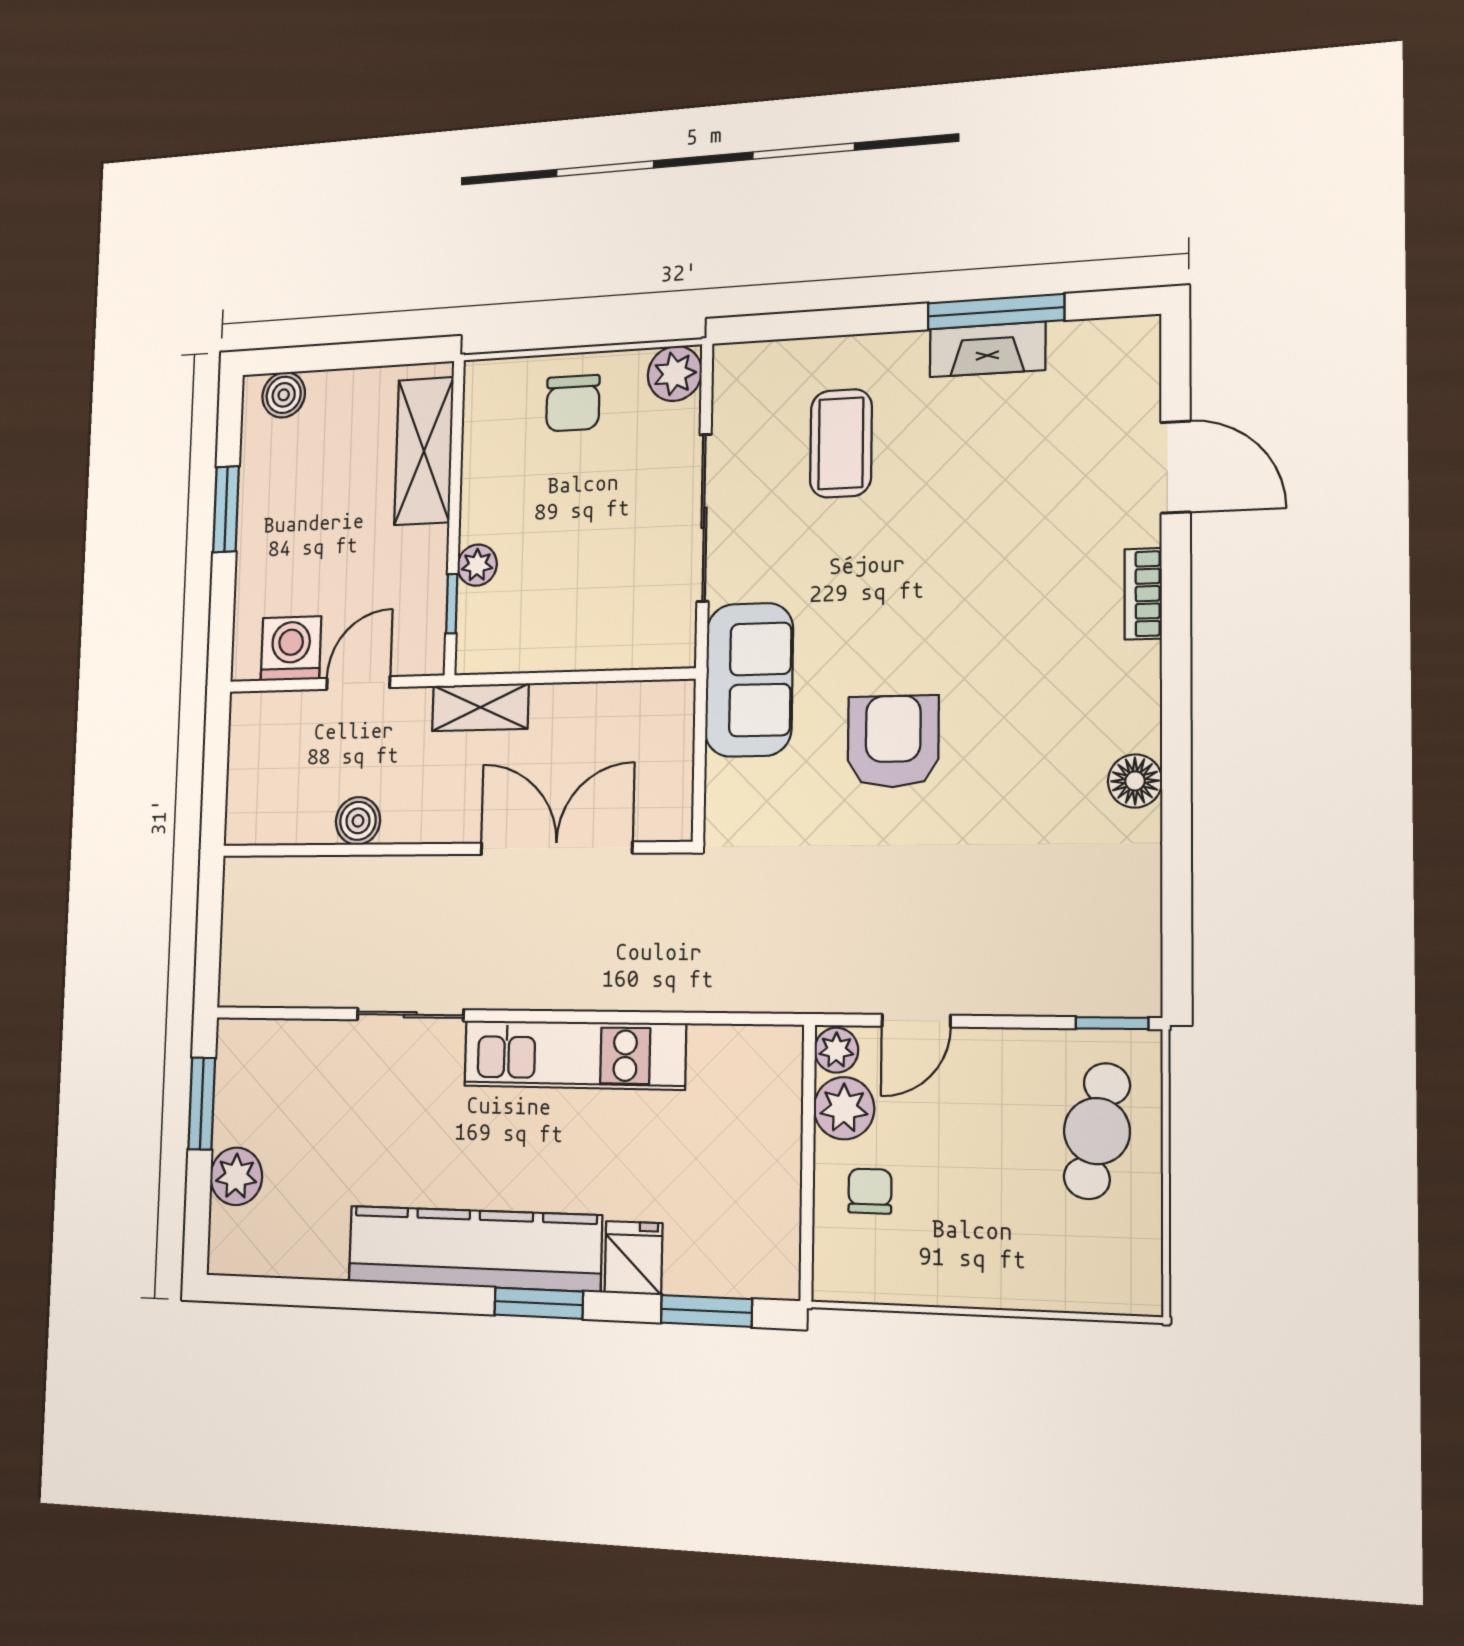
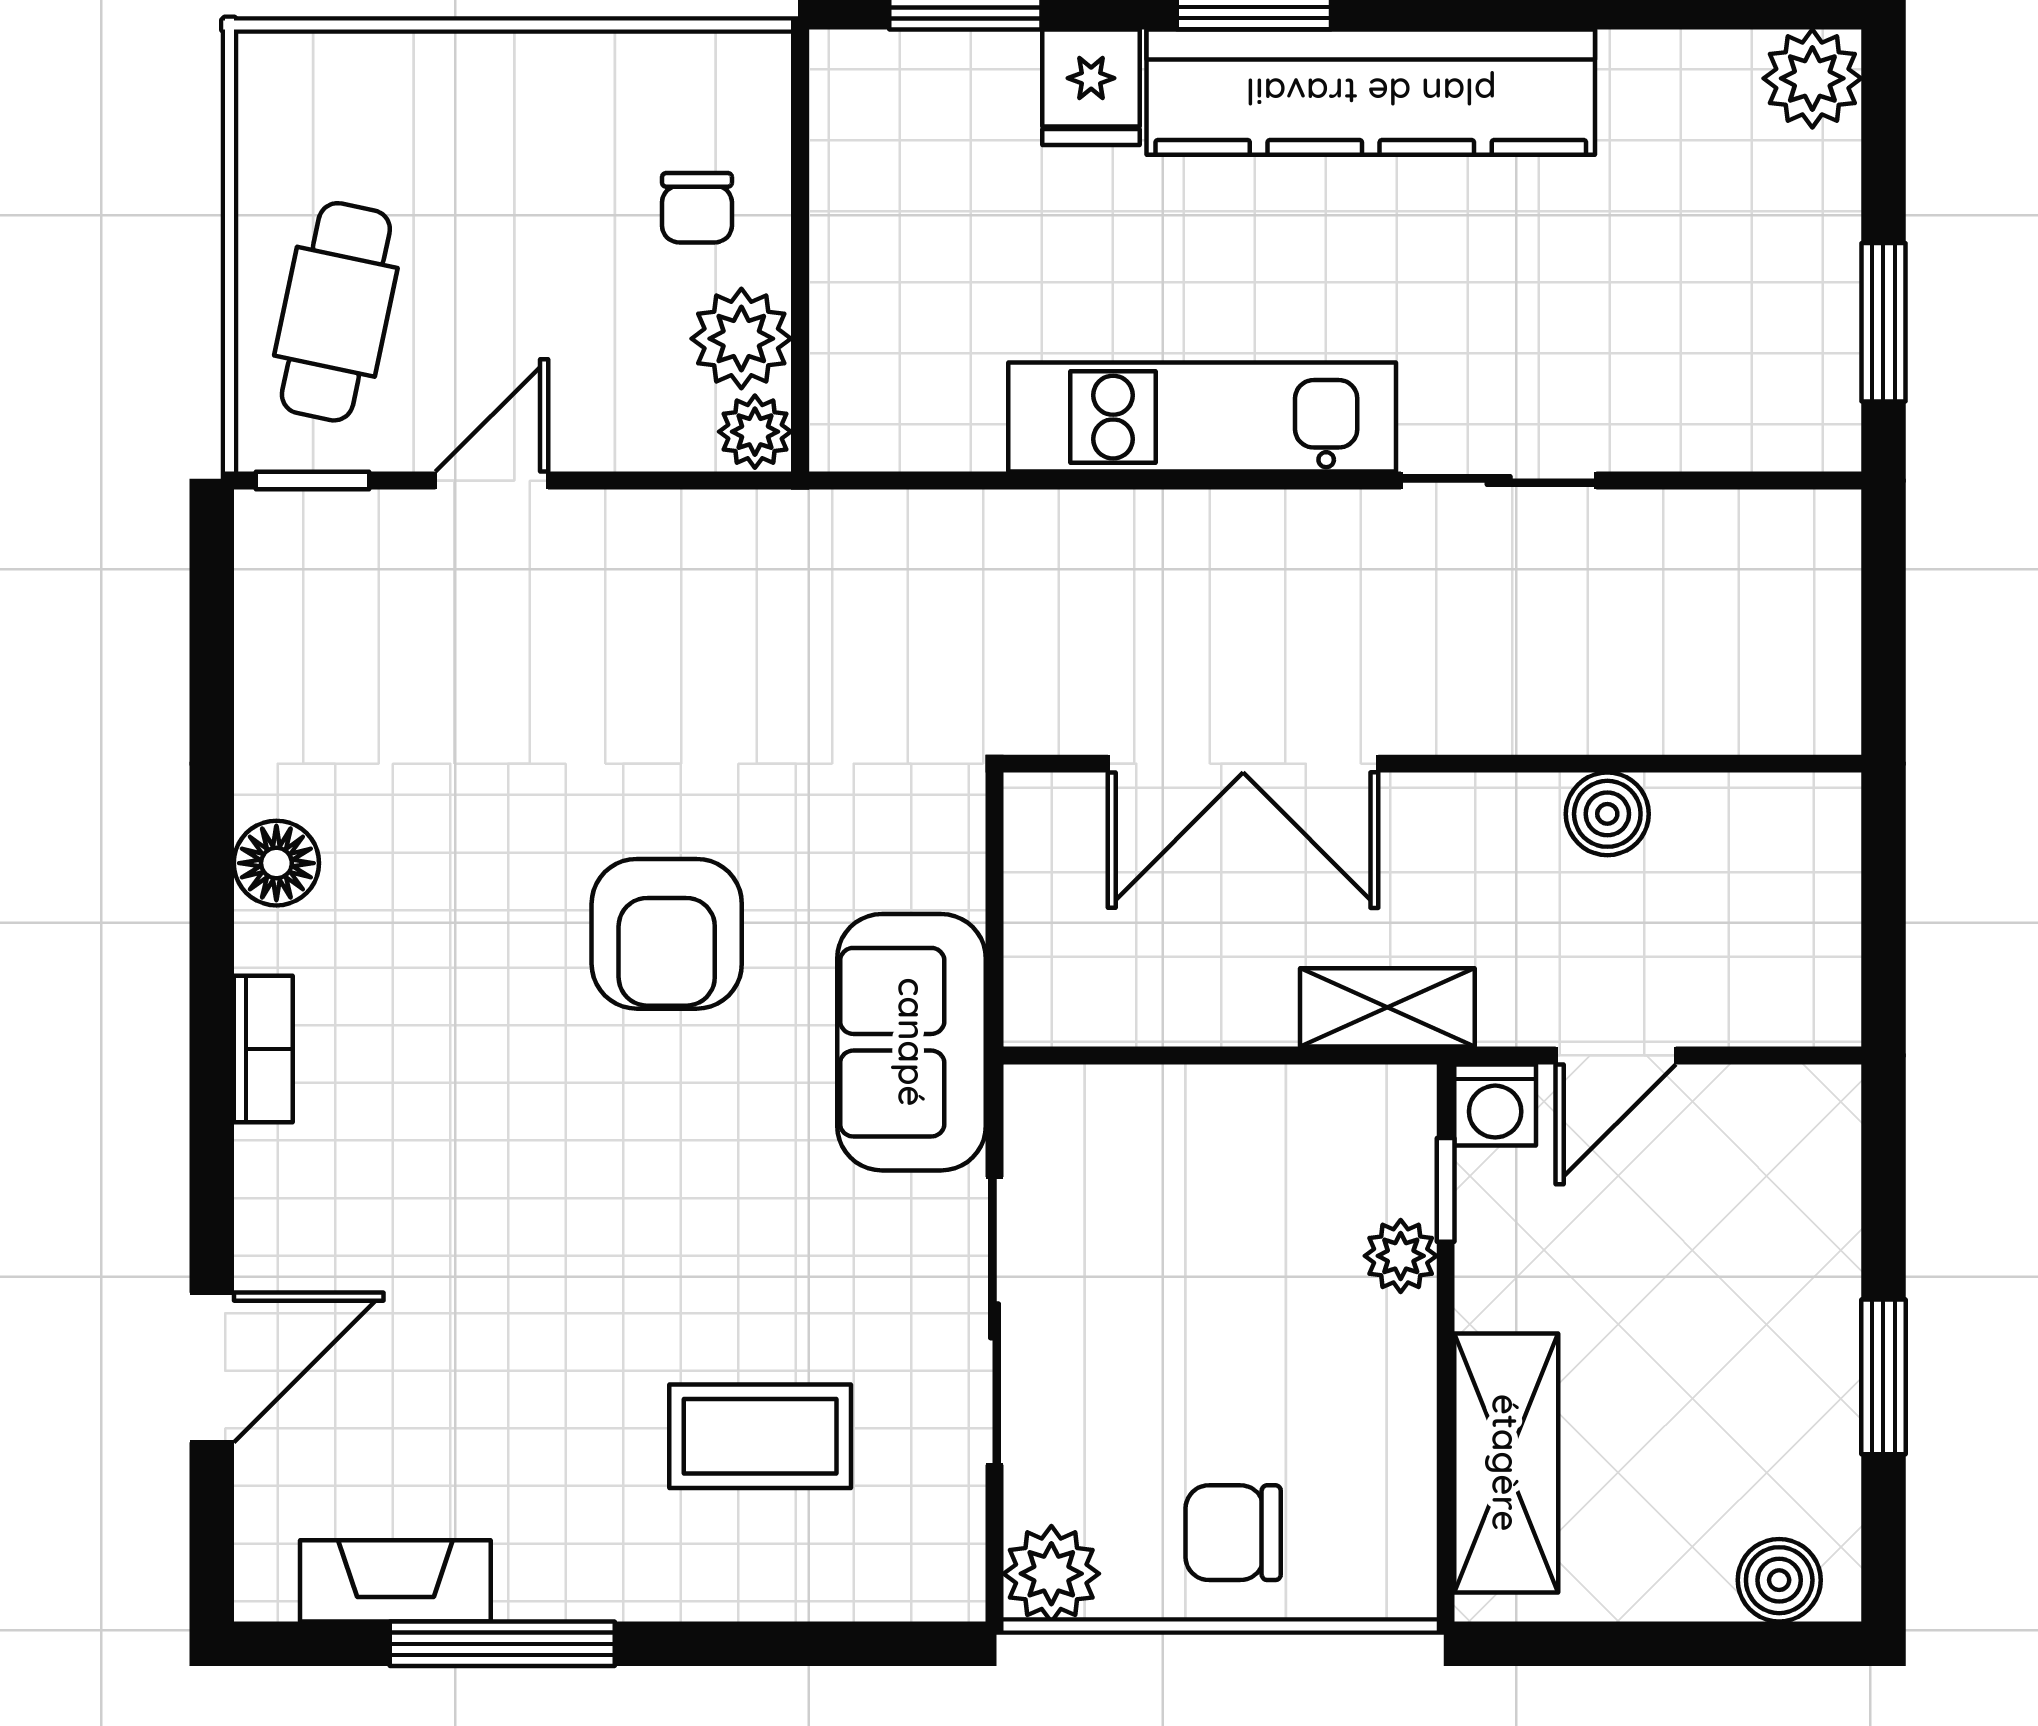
fireplace: (987, 349) -> (395, 1581), moved
chair: (573, 403) -> (1233, 1533), turned -90
coffee table: (841, 443) -> (760, 1436), turned 90
door: (1176, 467) -> (212, 1368), swing flipped
bookcase: (1143, 594) -> (263, 1049), moved
washing machine: (291, 649) -> (1495, 1105), moved, width x0.73, depth x0.73
door: (916, 1021) -> (492, 481), moved
plant: (236, 1176) -> (1812, 78), moved

